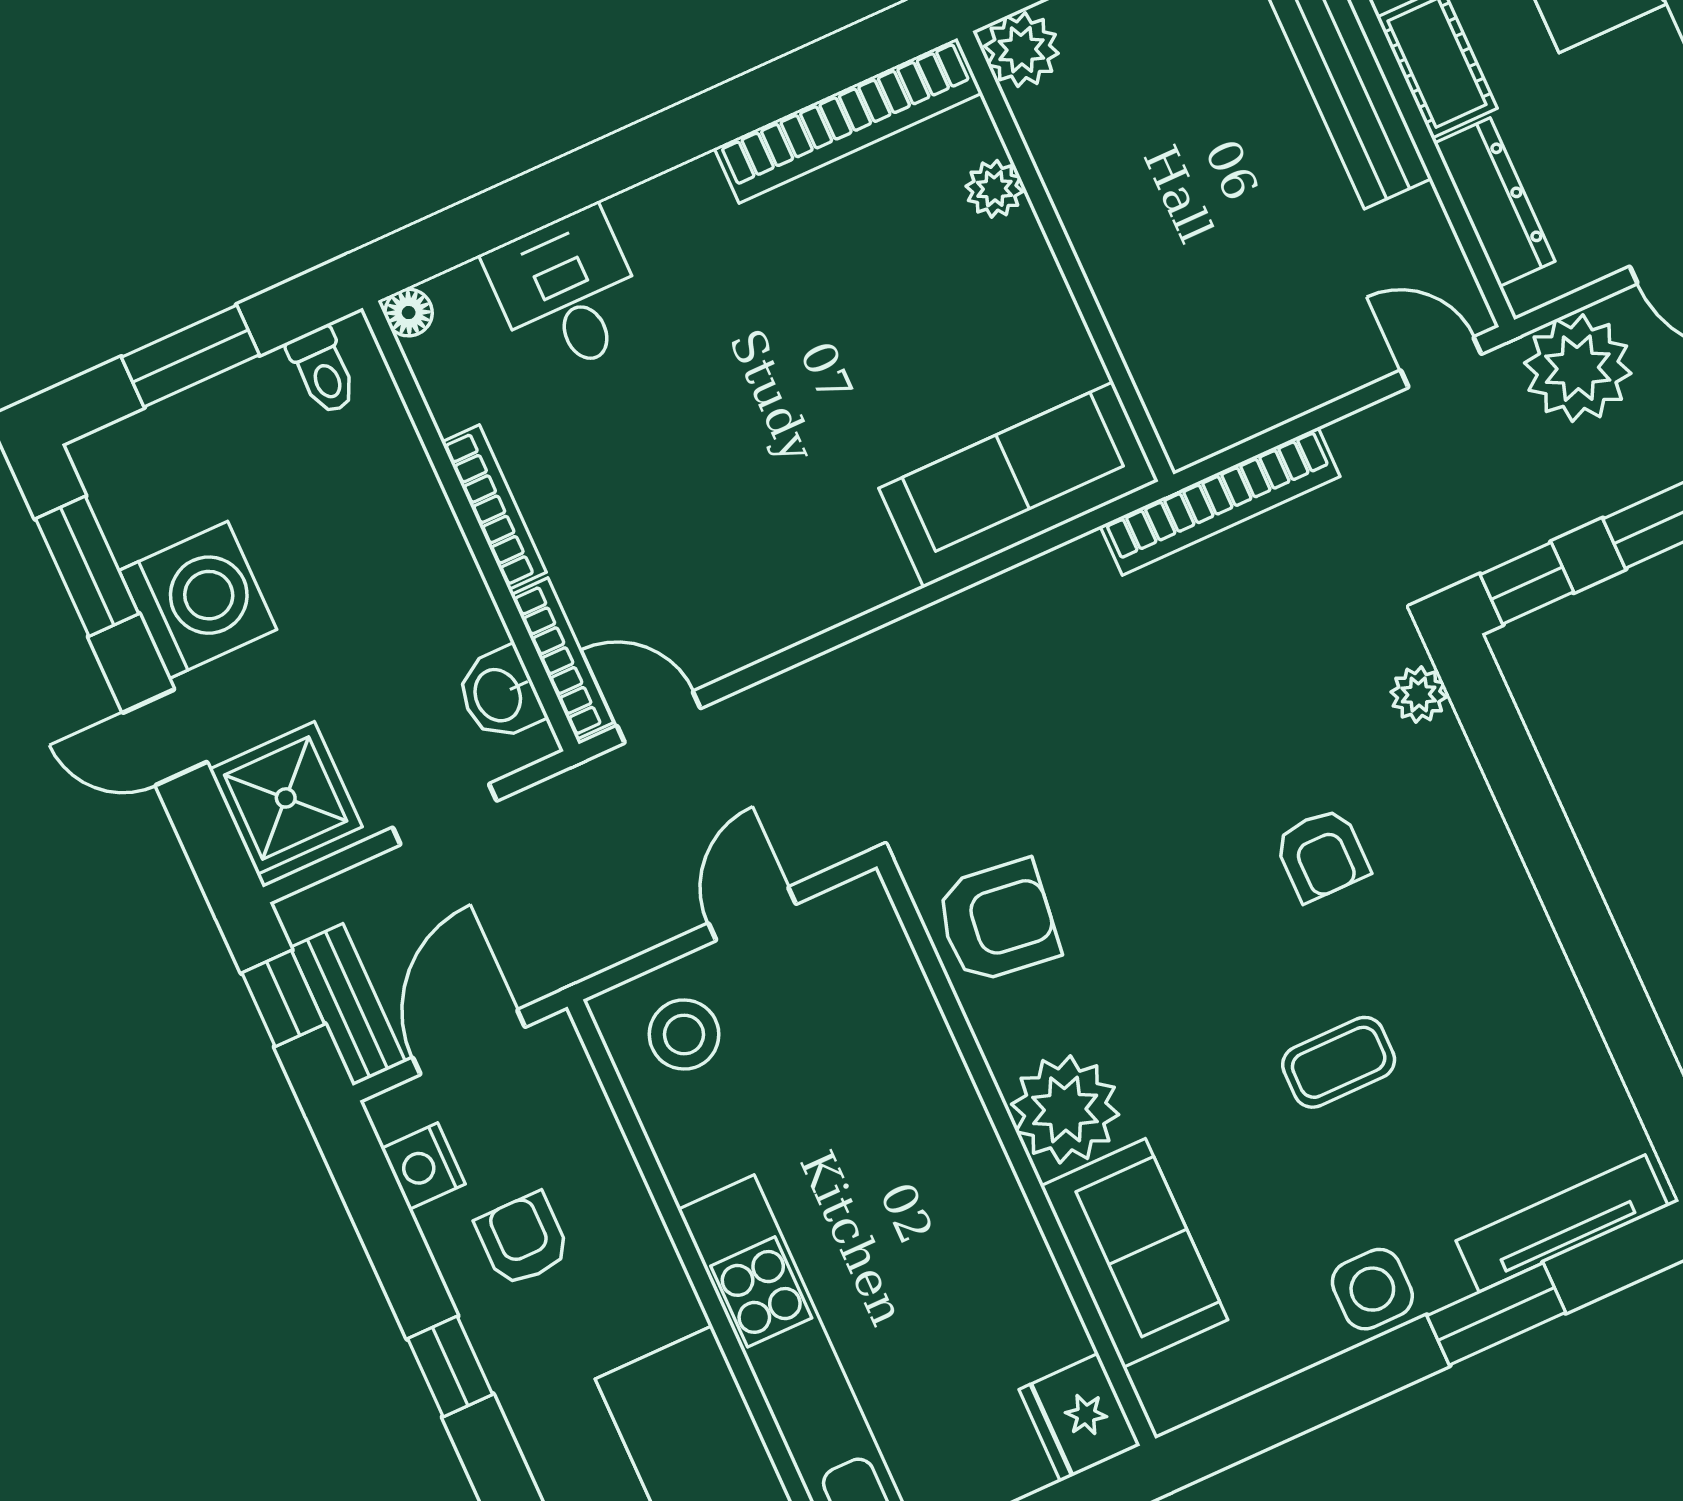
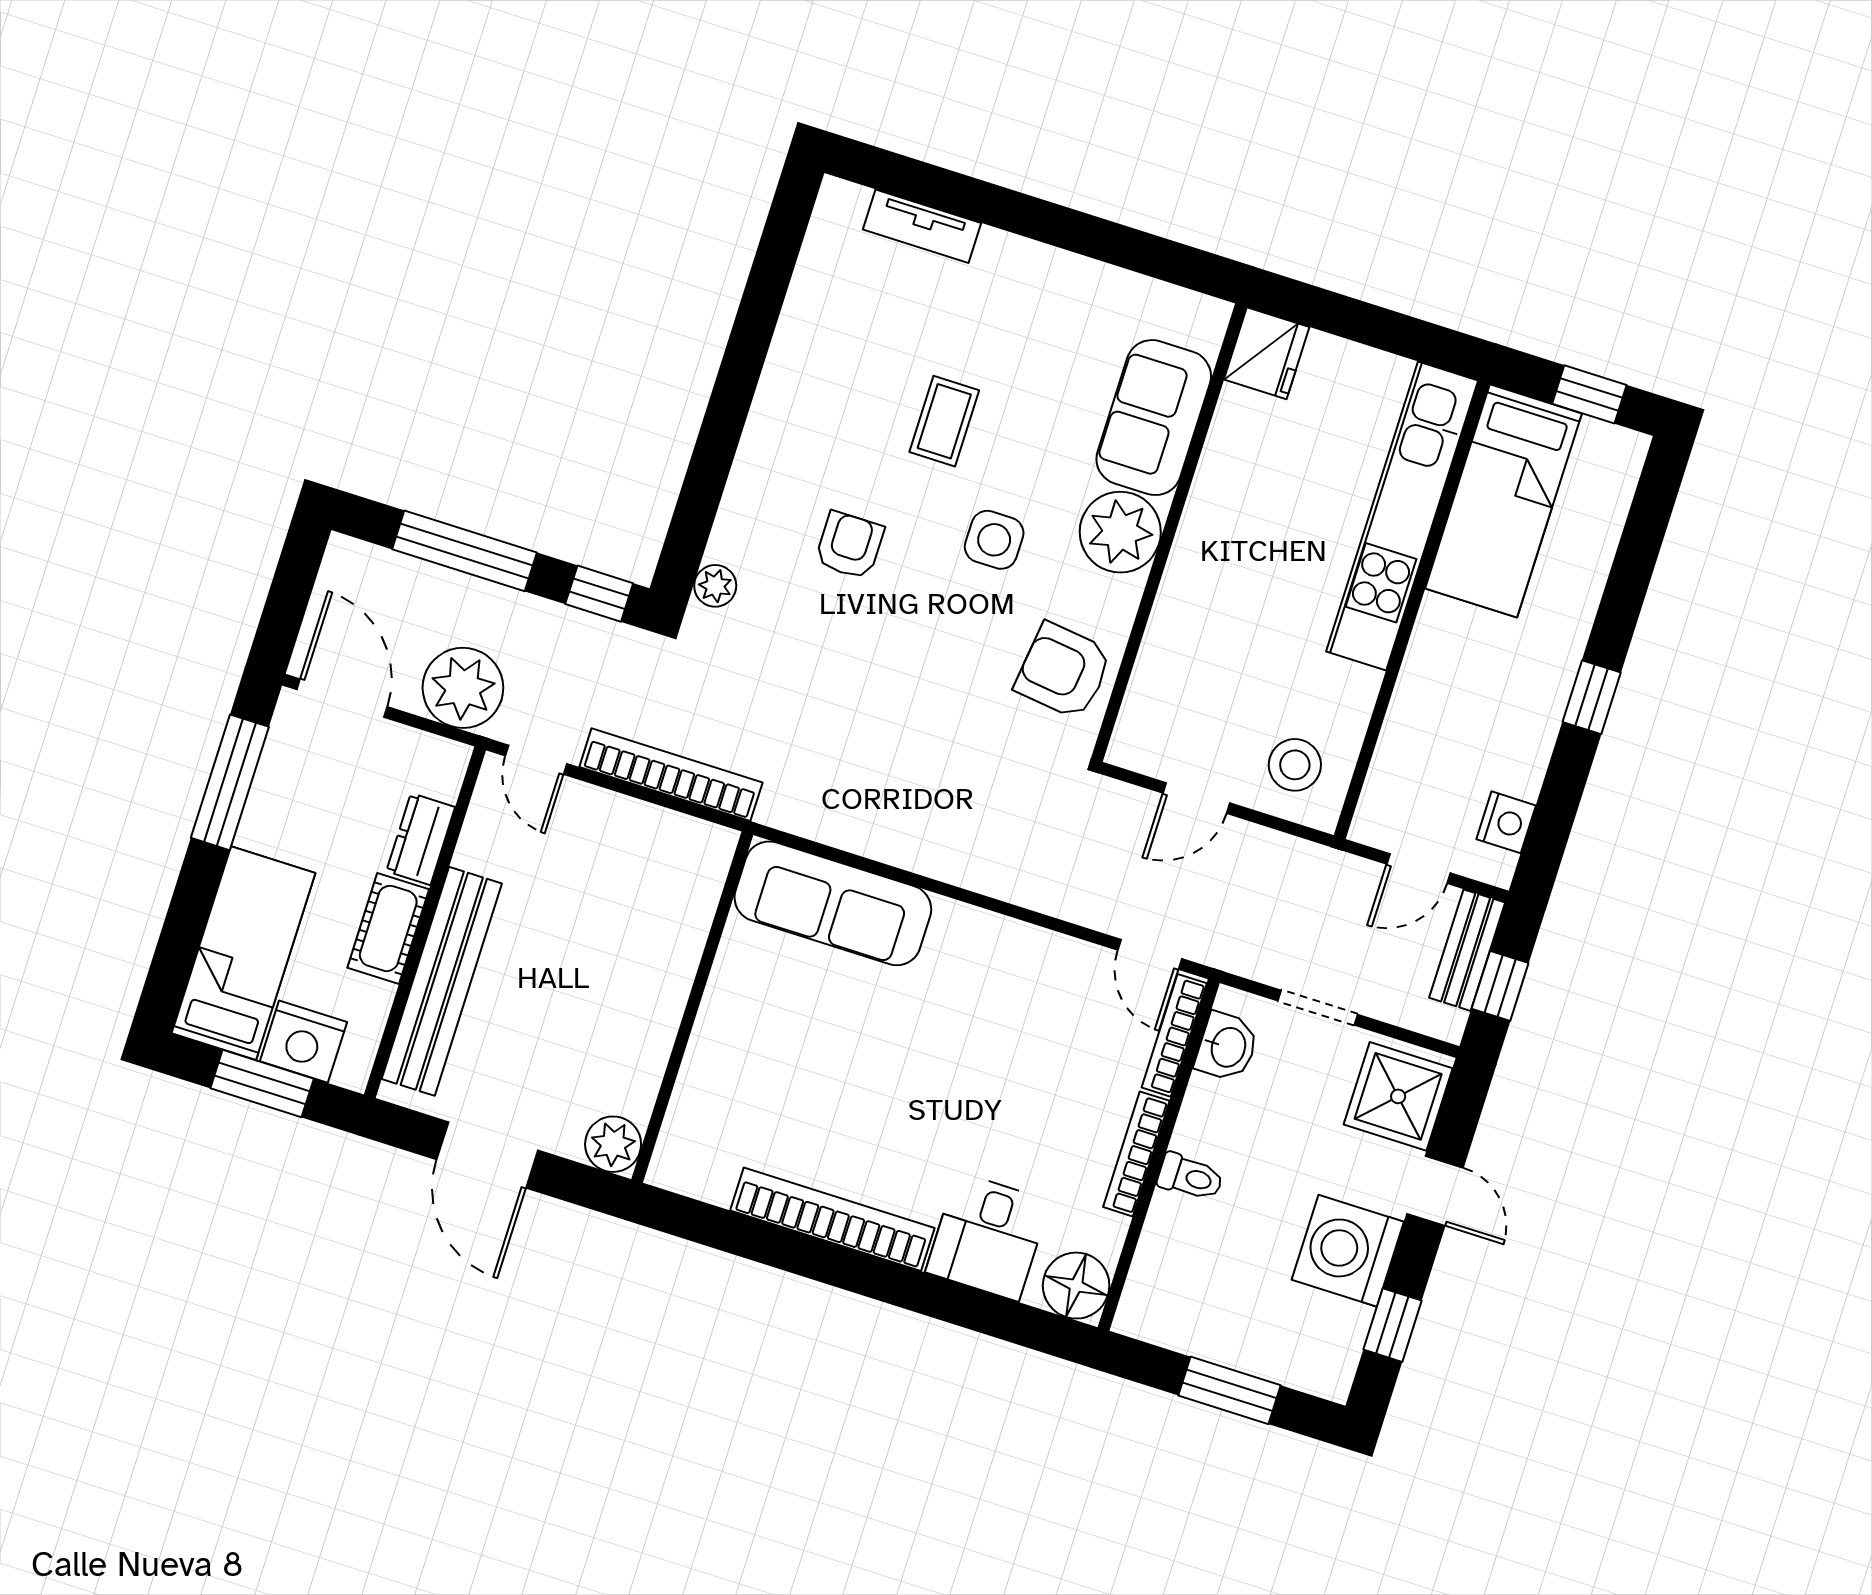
bookcase: (848, 121) -> (832, 1219), moved
plant: (994, 189) -> (698, 1080), removed
dresser: (1494, 202) -> (421, 839), width x0.70
floor lamp: (409, 313) -> (1076, 1286), width x1.89, depth x1.89
toilet: (323, 371) -> (1190, 1177), moved, turned 90
bookcase: (1220, 501) -> (671, 775), moved
window: (87, 566) -> (1392, 1325), width x0.67
door: (469, 1042) -> (1419, 869), width x0.73
coffee table: (1339, 1062) -> (944, 421), turned 90
tv unit: (1562, 1223) -> (922, 226), width x0.71
armchair: (523, 1239) -> (1487, 732), removed
side table: (1372, 1289) -> (994, 540), moved
window: (1496, 1314) -> (983, 202), removed

